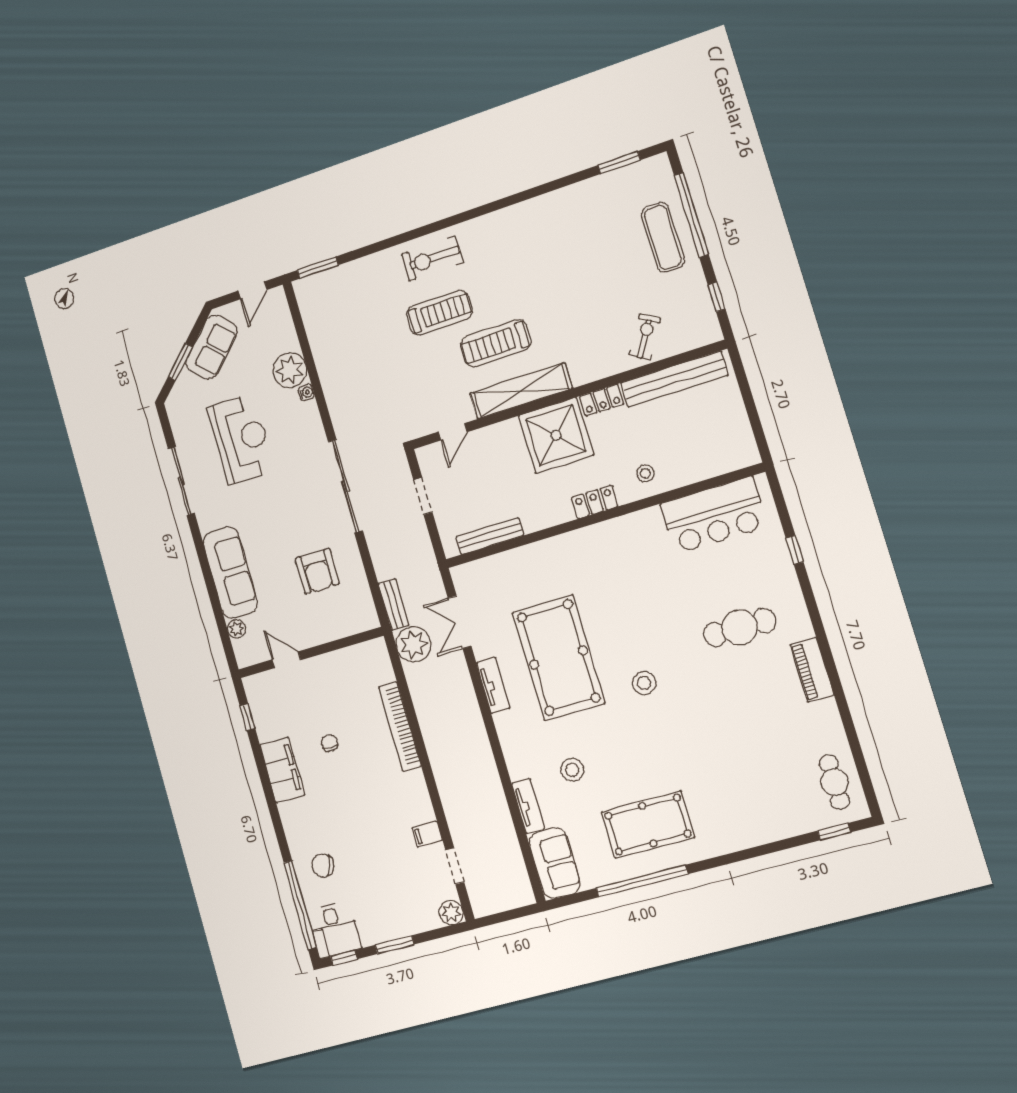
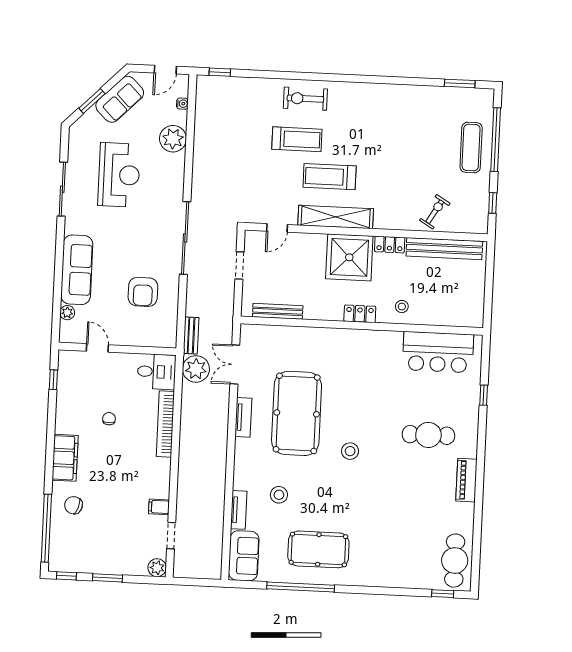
window: (318, 268) -> (220, 72), width x0.67
water cooler: (306, 392) -> (182, 104), moved
filing cabinet: (282, 770) -> (65, 458), moved
cafe table: (834, 782) -> (455, 561), width x1.37, depth x1.35
desk: (334, 930) -> (157, 372), moved, turned -90

